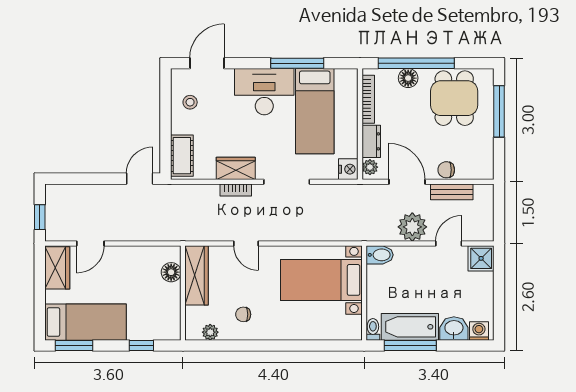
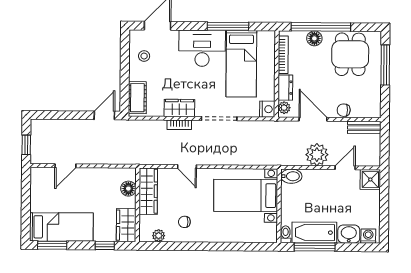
bench: (452, 192) -> (364, 128), moved
wardrobe: (57, 268) -> (126, 225), moved, turned 180

